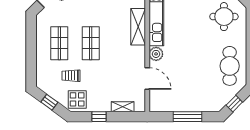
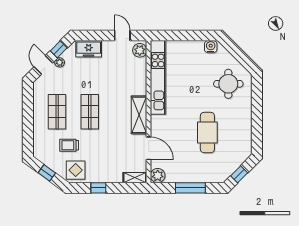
shelving: (138, 27) -> (139, 115), moved
plant: (156, 54) -> (158, 176), moved
cafe table: (230, 66) -> (207, 133), moved
shelving: (123, 107) -> (135, 178), moved

